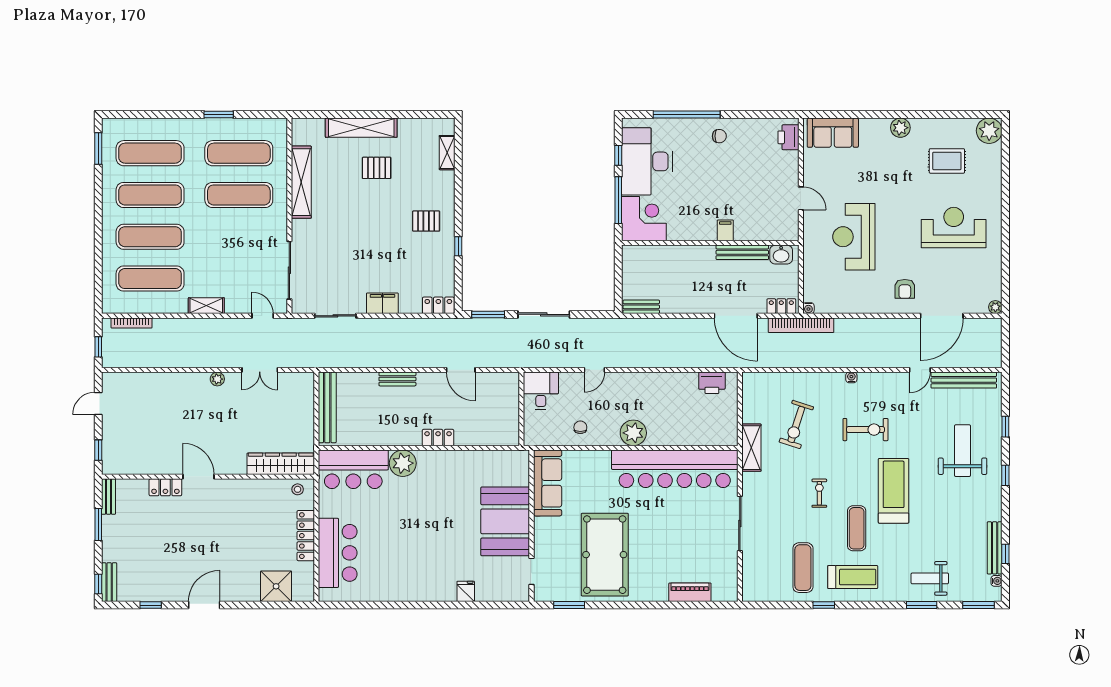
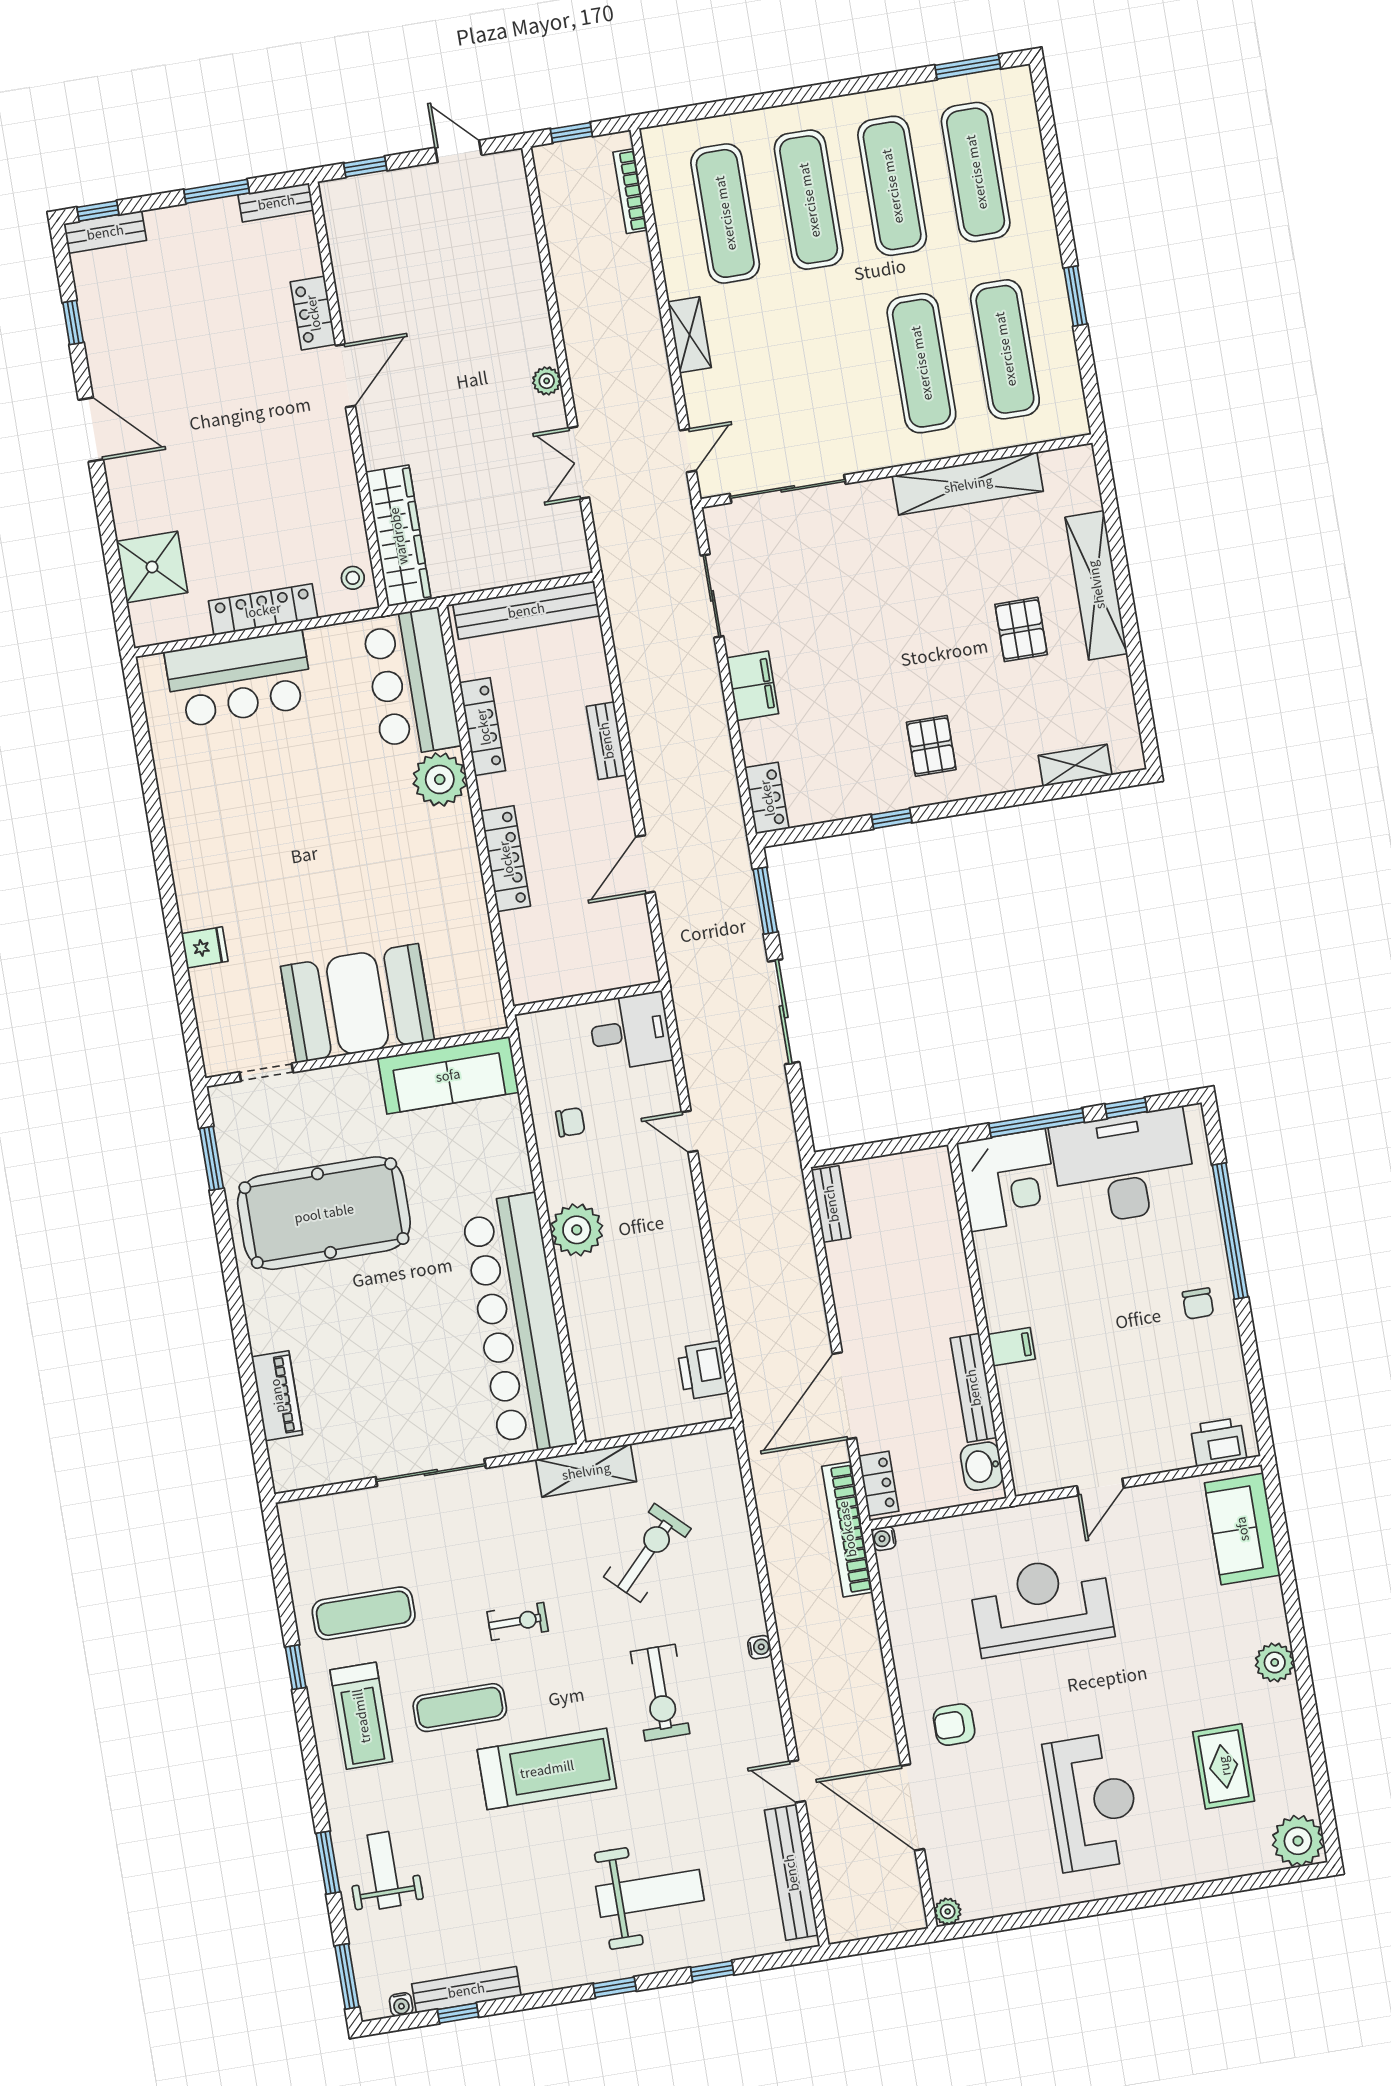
exercise bike: (796, 424) -> (647, 1553), turned 116
locker: (381, 438) -> (483, 727), added
locker: (438, 438) -> (506, 859), width x1.53

